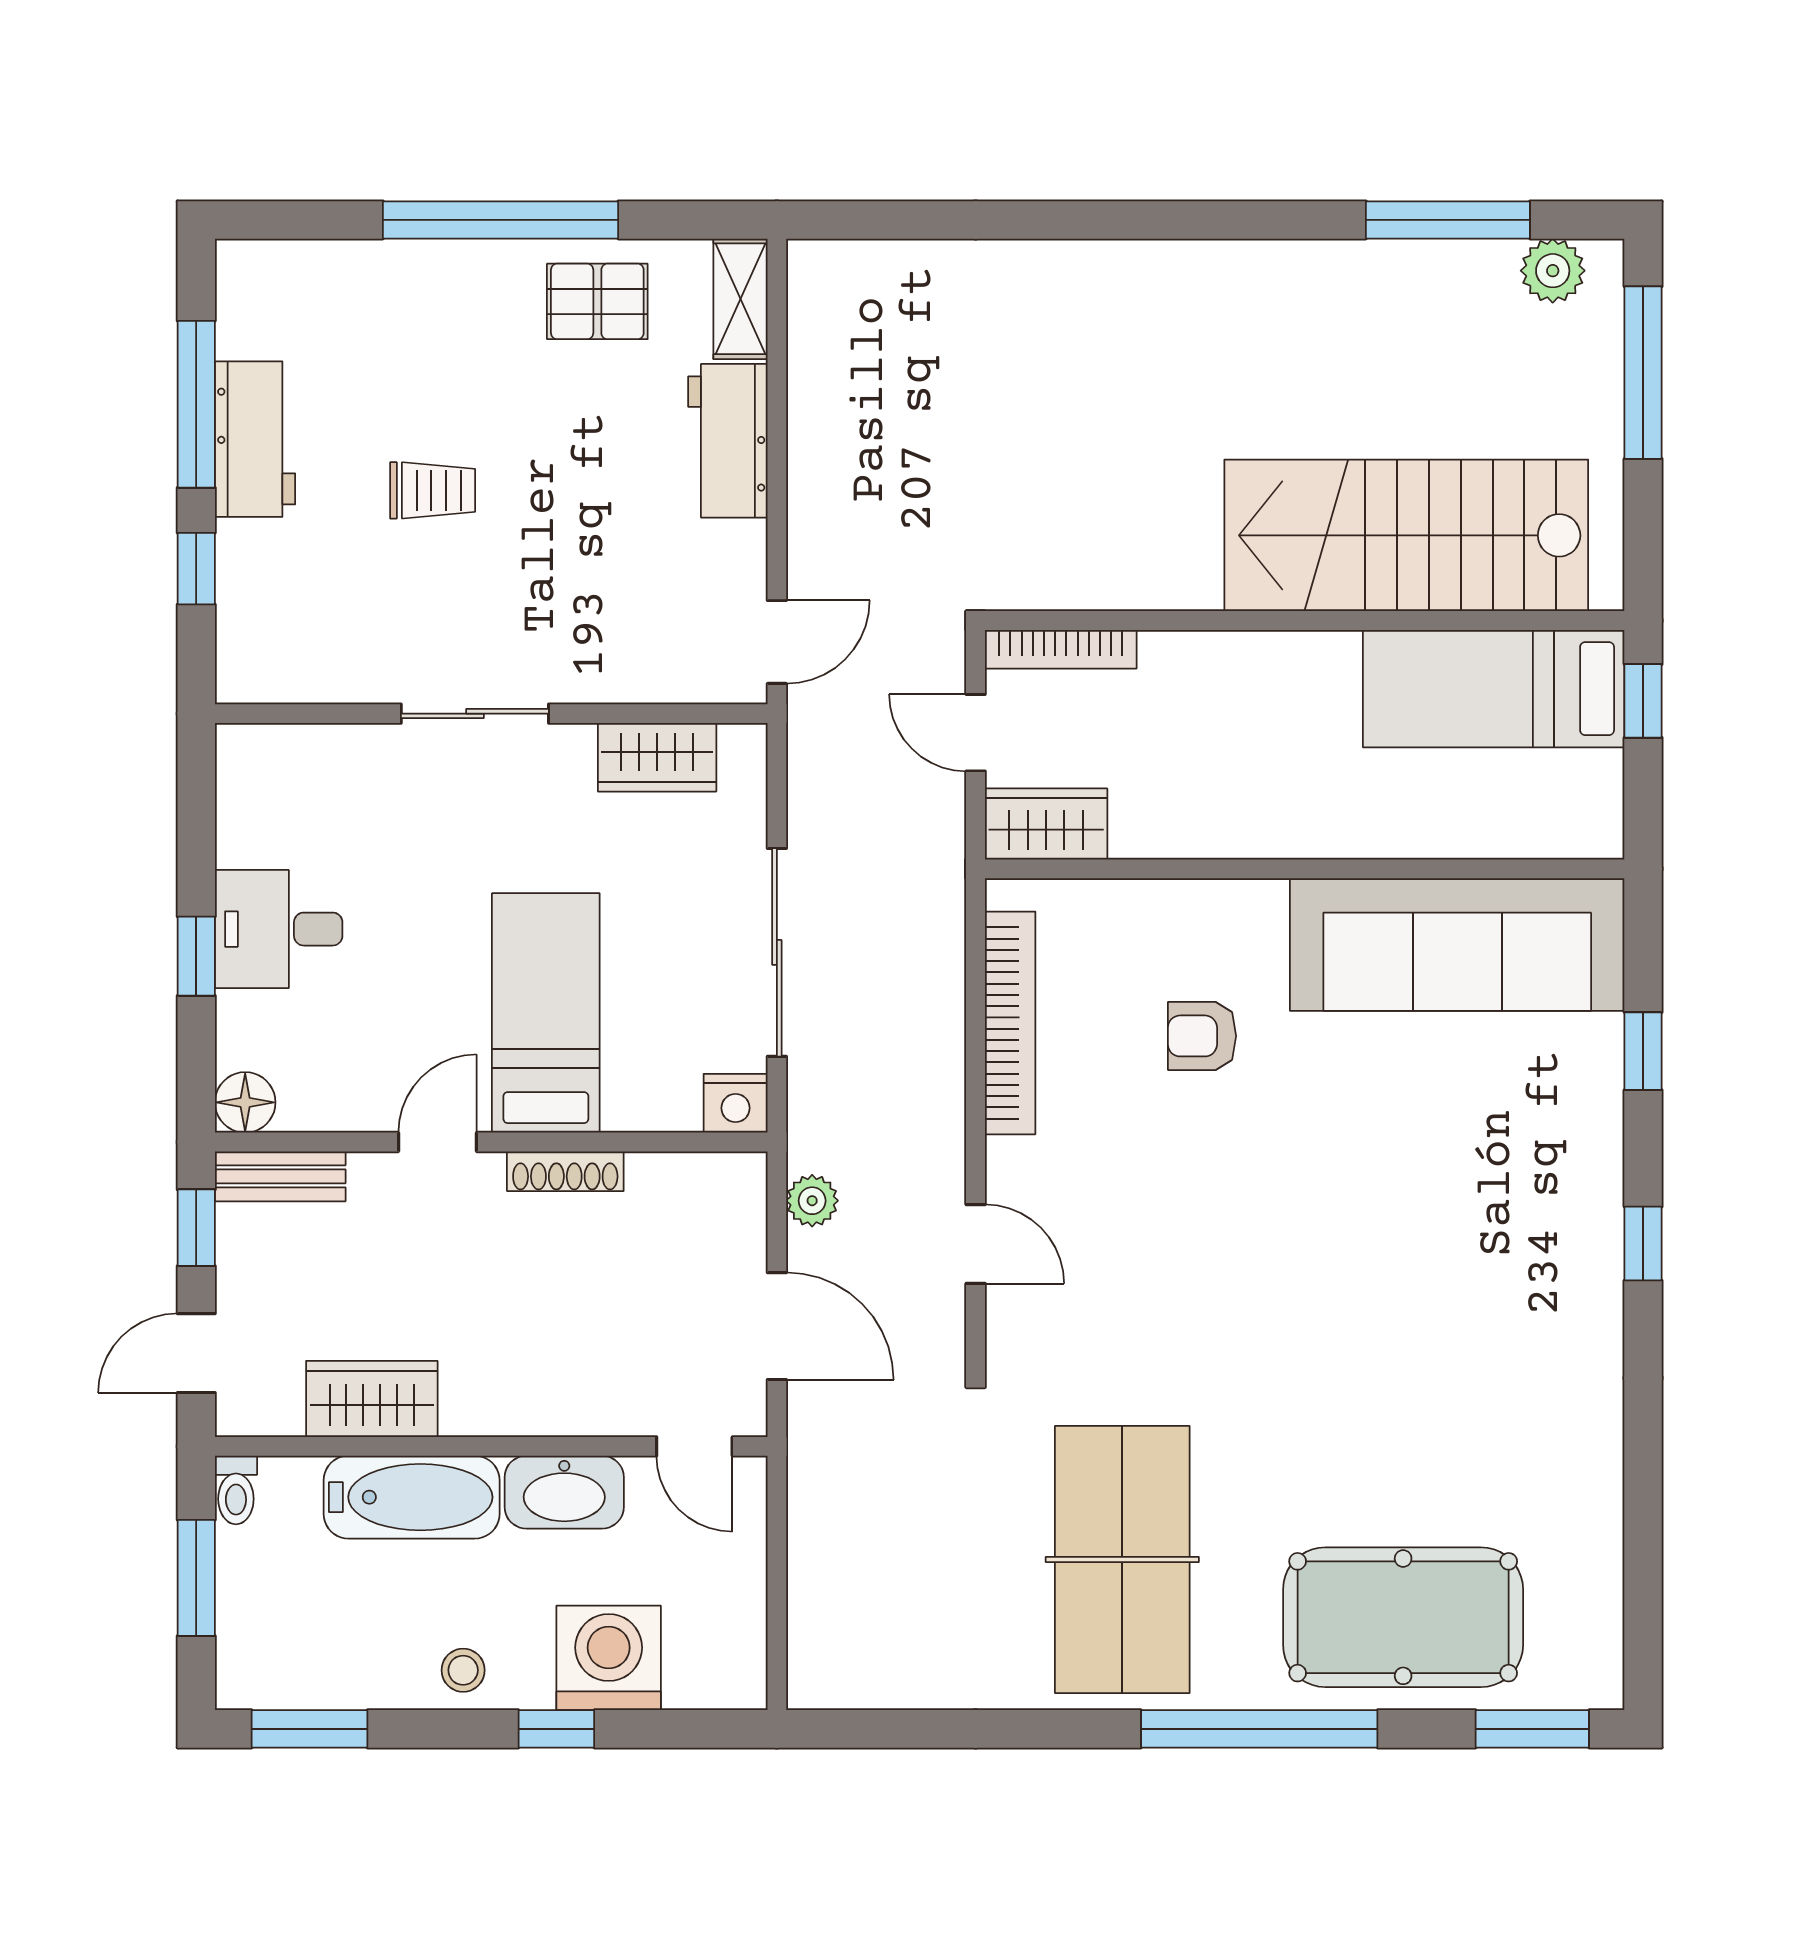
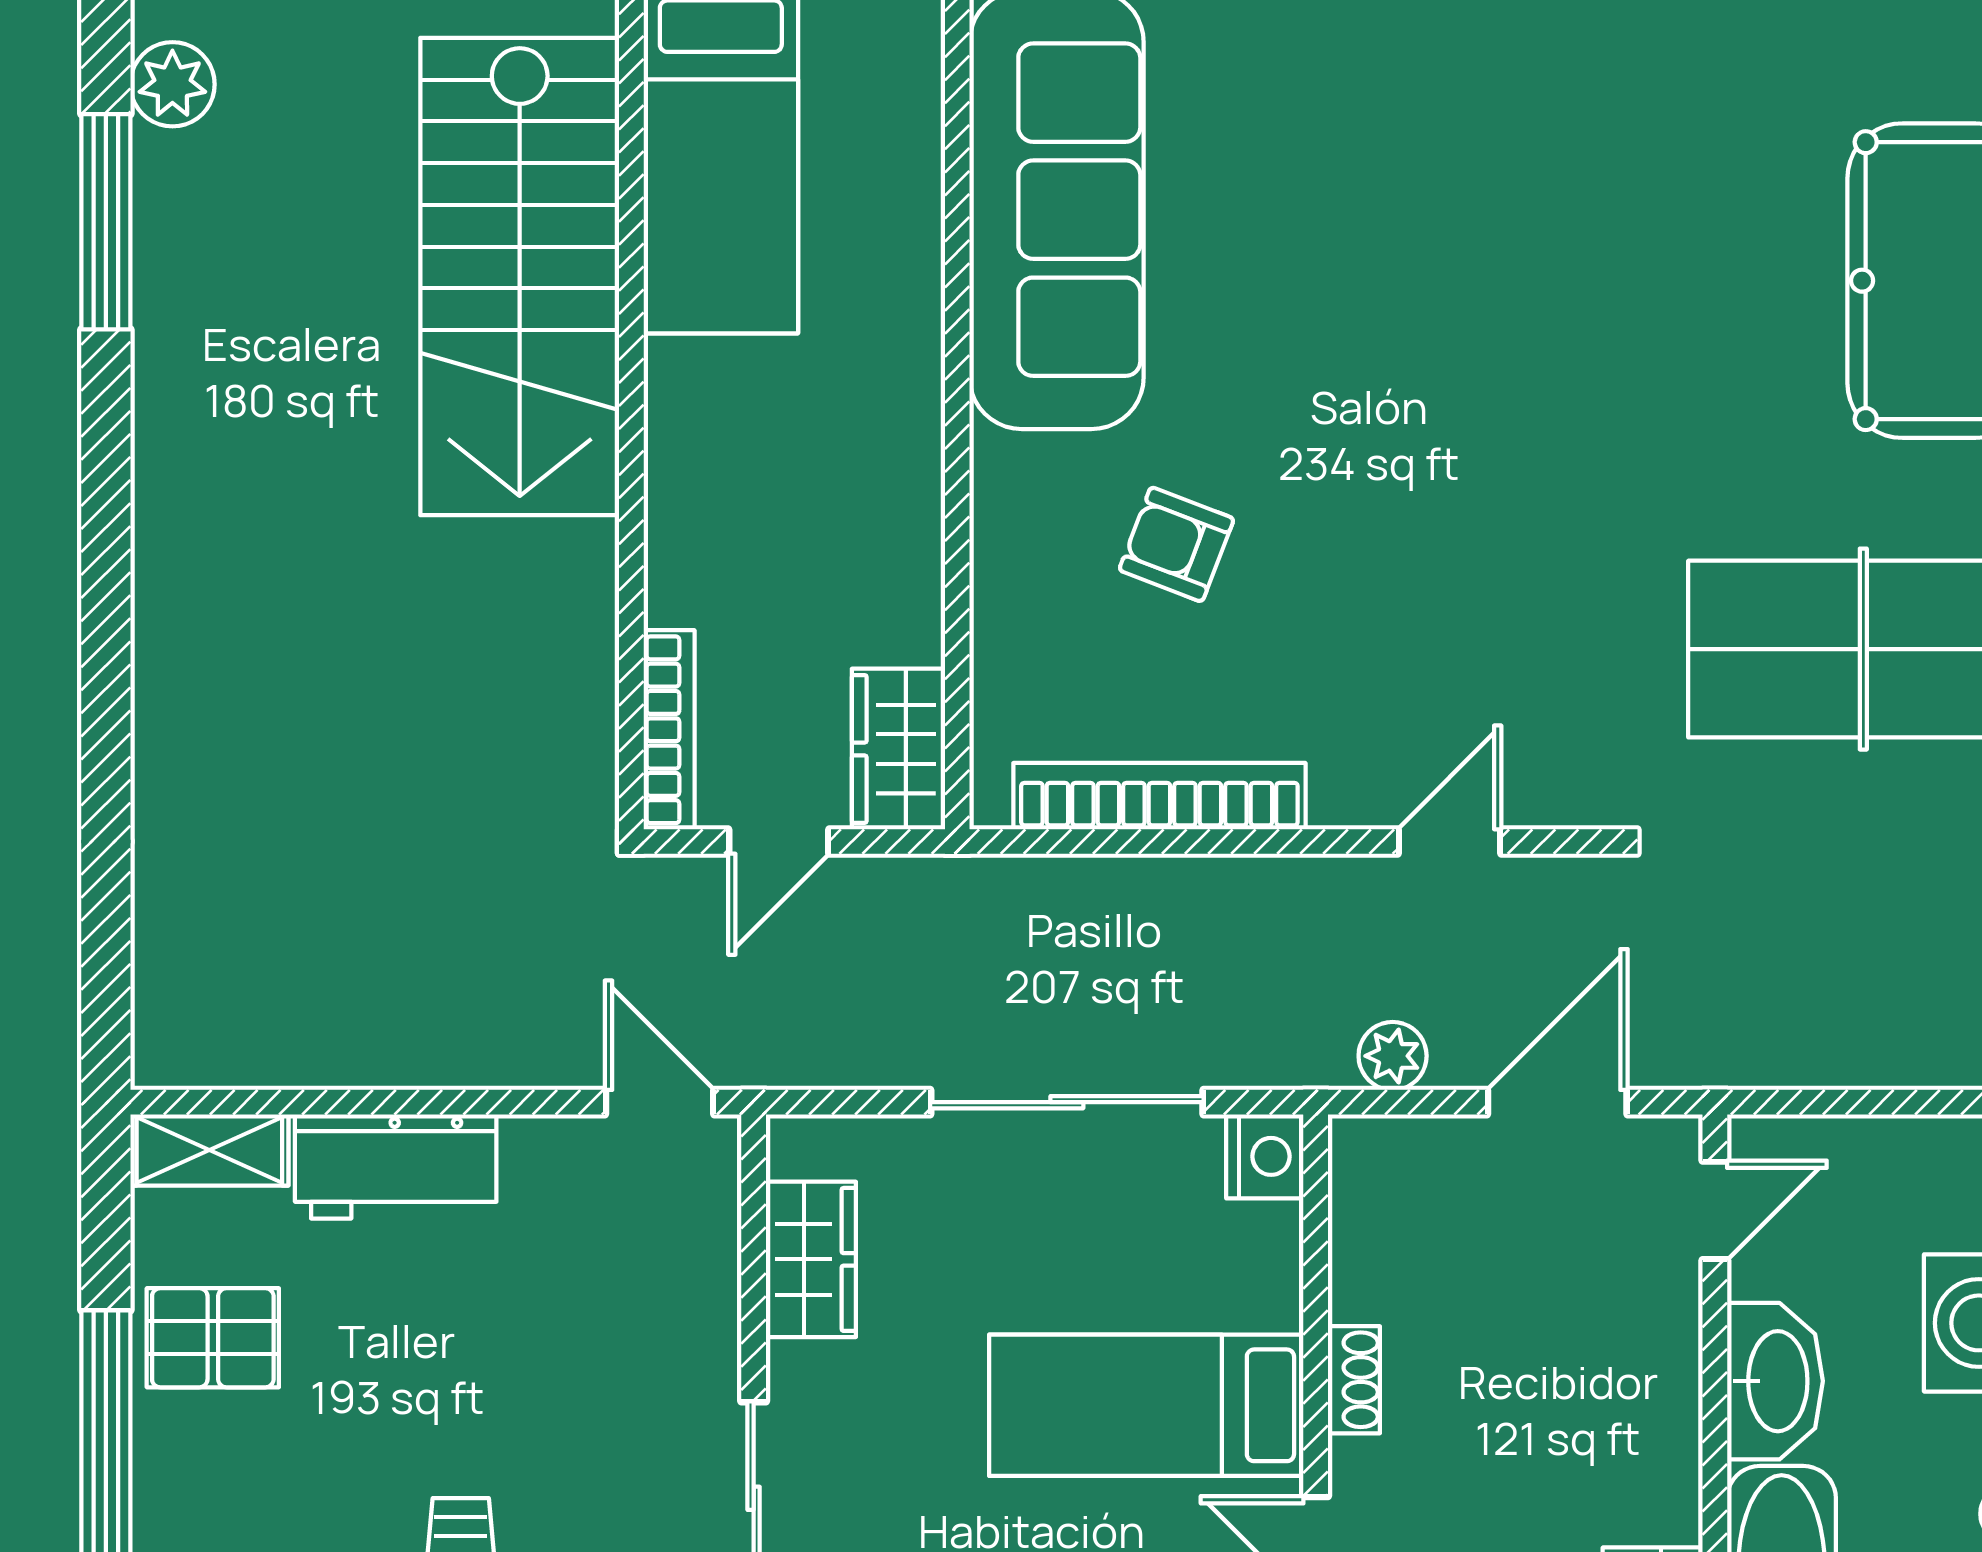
pallet: (597, 301) -> (213, 1338), turned 90
armchair: (1202, 1036) -> (1176, 544), turned 111
shoe rack: (565, 1171) -> (1354, 1380), width x0.70

